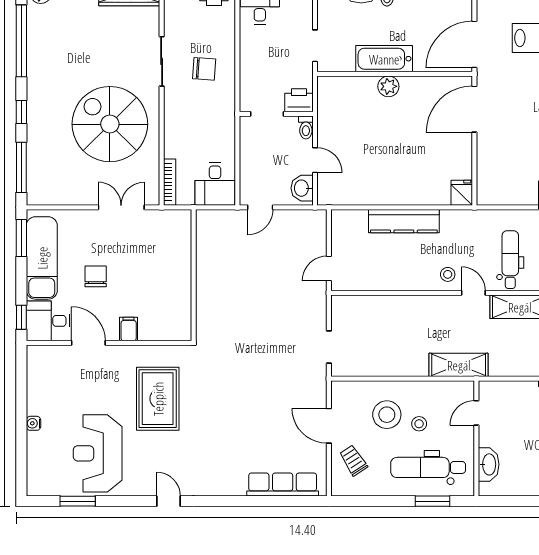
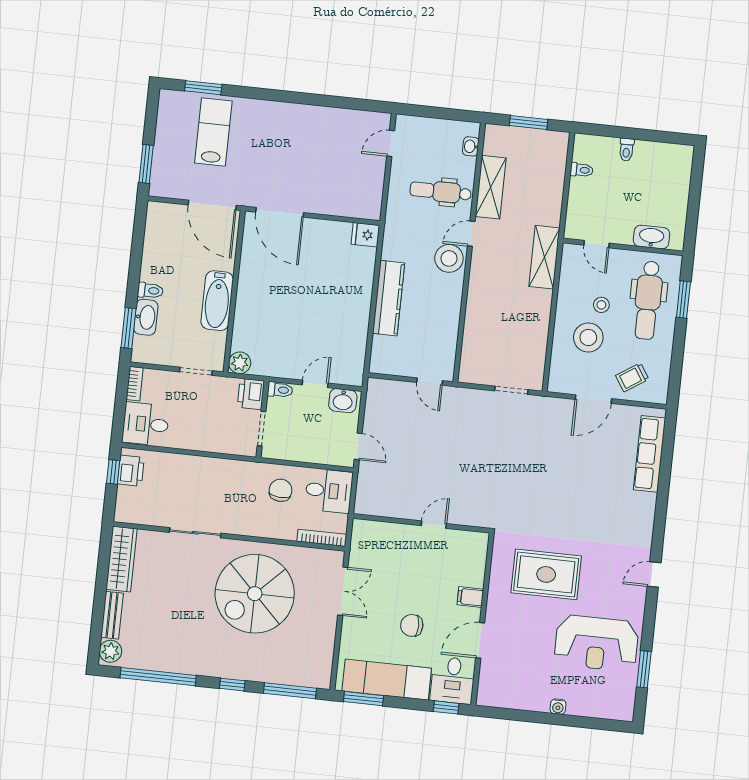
chair: (204, 69) -> (280, 490), moved
plant: (388, 86) -> (240, 363), moved
double door: (121, 207) -> (343, 591), swing flipped
stool: (448, 274) -> (449, 258), width x1.89, depth x1.89
door: (194, 287) -> (434, 525), added

